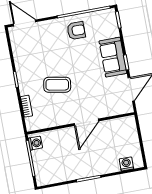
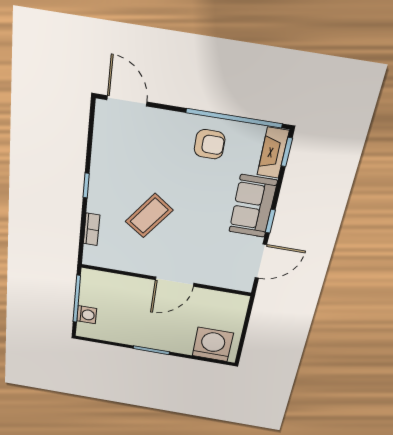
fireplace: (111, 23) -> (273, 153), added
coffee table: (57, 85) -> (149, 216), turned -64
washing machine: (35, 143) -> (87, 315), moved
washing machine: (126, 164) -> (213, 344), width x1.89, depth x1.89

